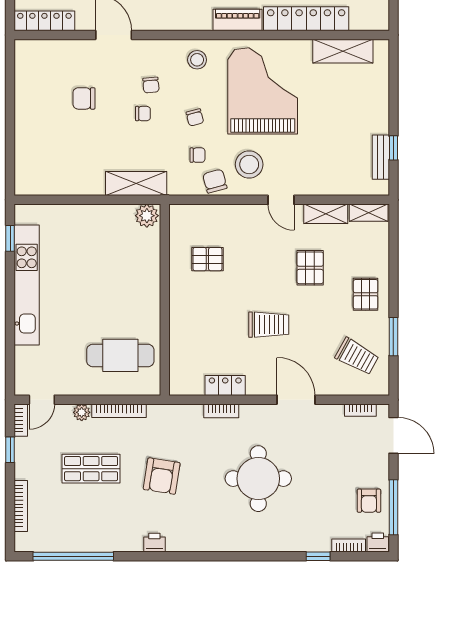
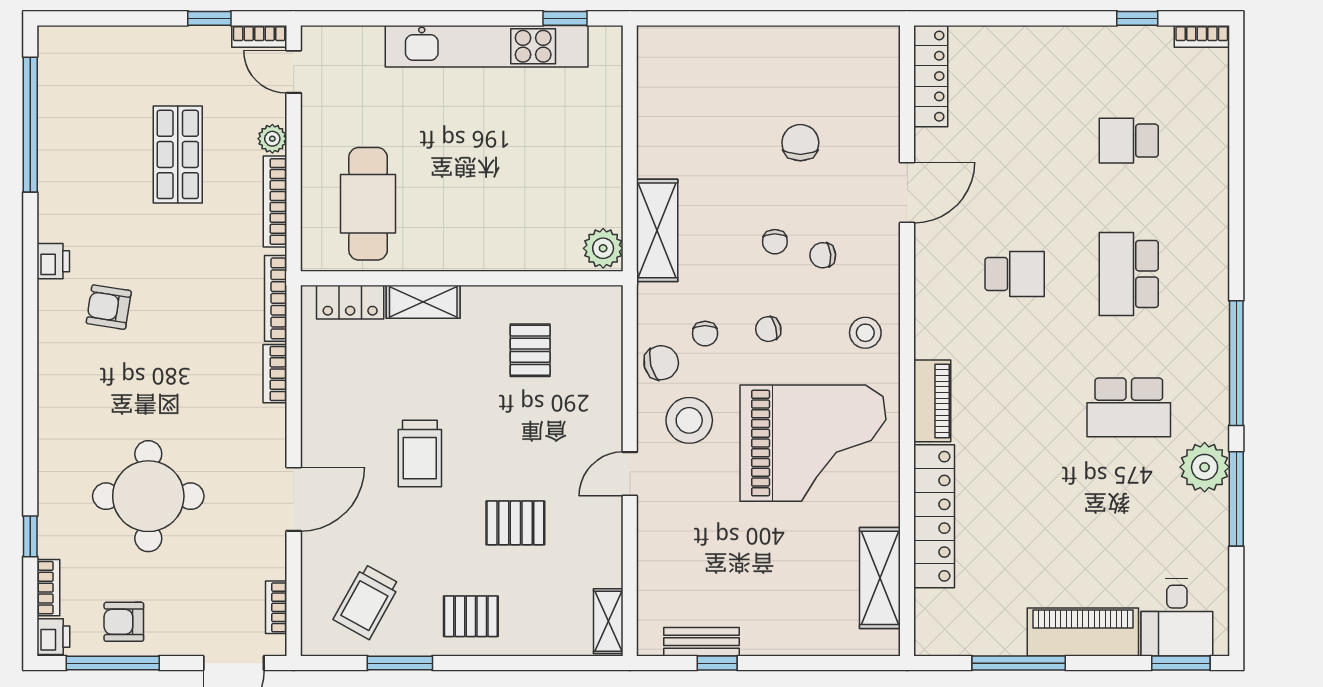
shelving: (326, 214) -> (423, 302), moved, turned 90
locker: (225, 386) -> (350, 302), moved, turned 90
armchair: (162, 476) -> (109, 307), moved, width x0.72, depth x0.72
round table: (258, 479) -> (148, 496), moved
bookcase: (21, 506) -> (276, 298), moved, turned 90

